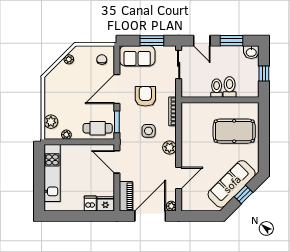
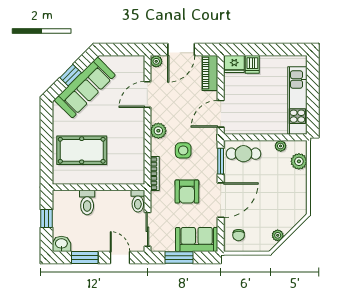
toilet: (217, 88) -> (138, 201), moved
door: (117, 162) -> (221, 114), swing flipped
door: (150, 216) -> (181, 50), width x0.73

